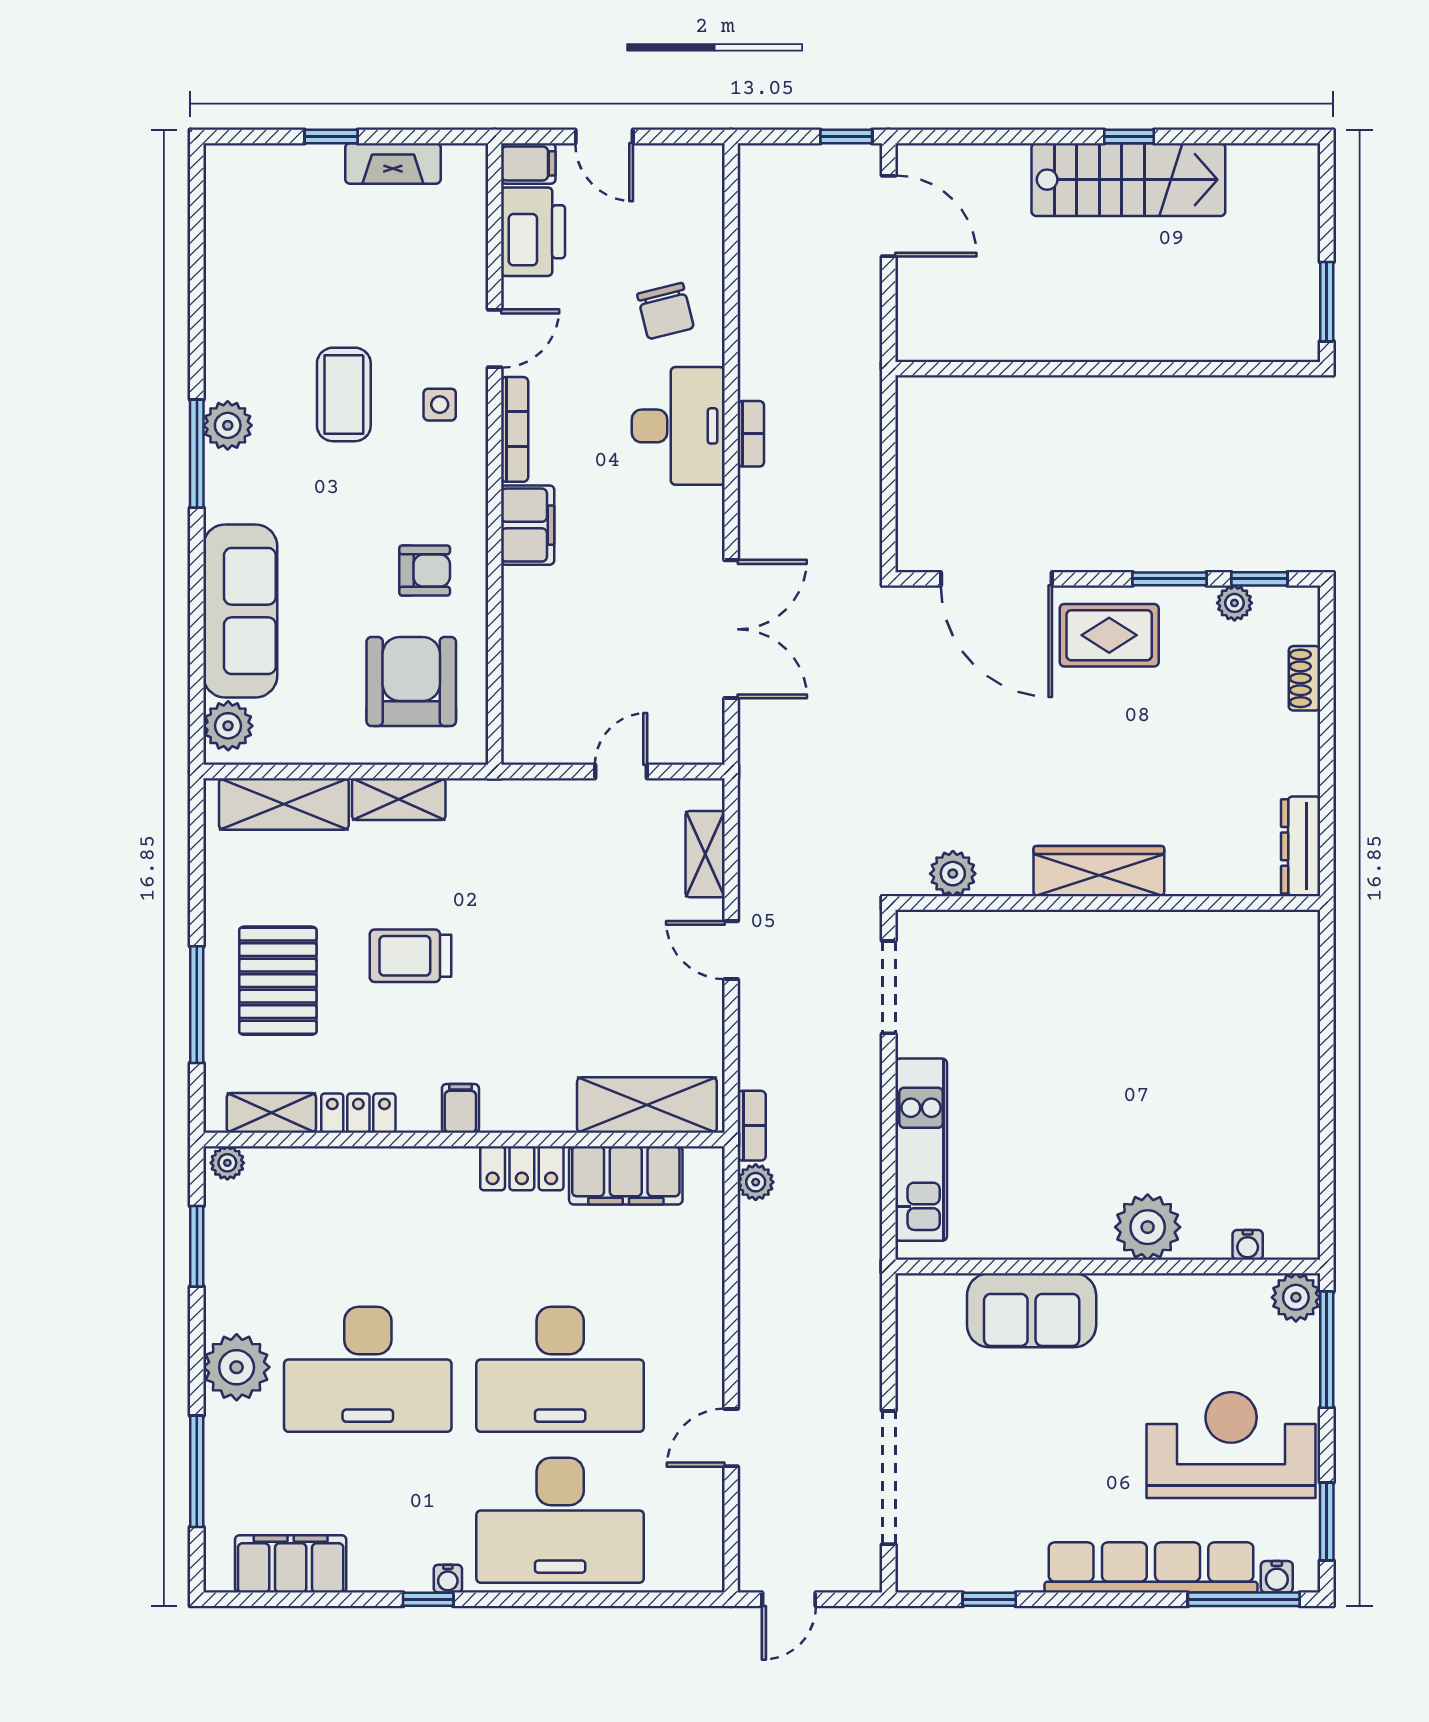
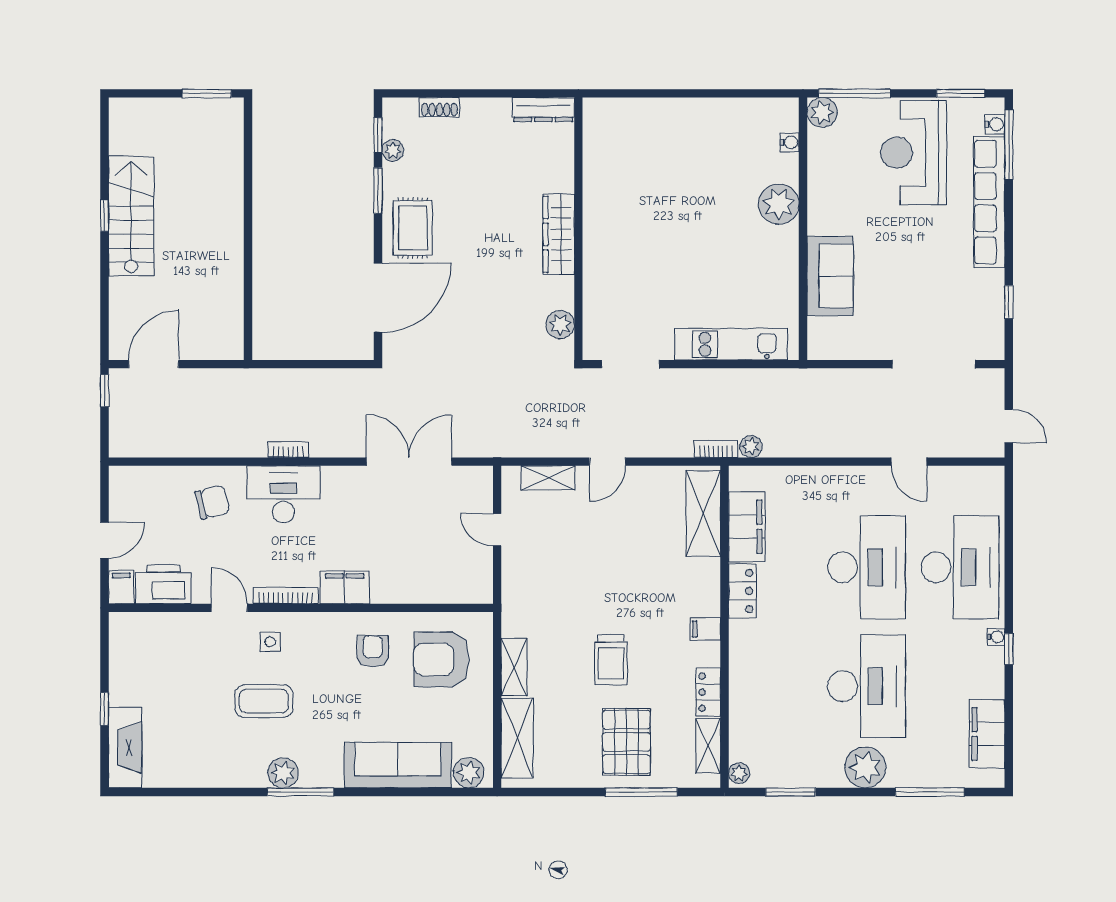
fireplace: (393, 163) -> (125, 748), moved, width x1.37, depth x1.32
pallet: (278, 981) -> (626, 742), turned 90

